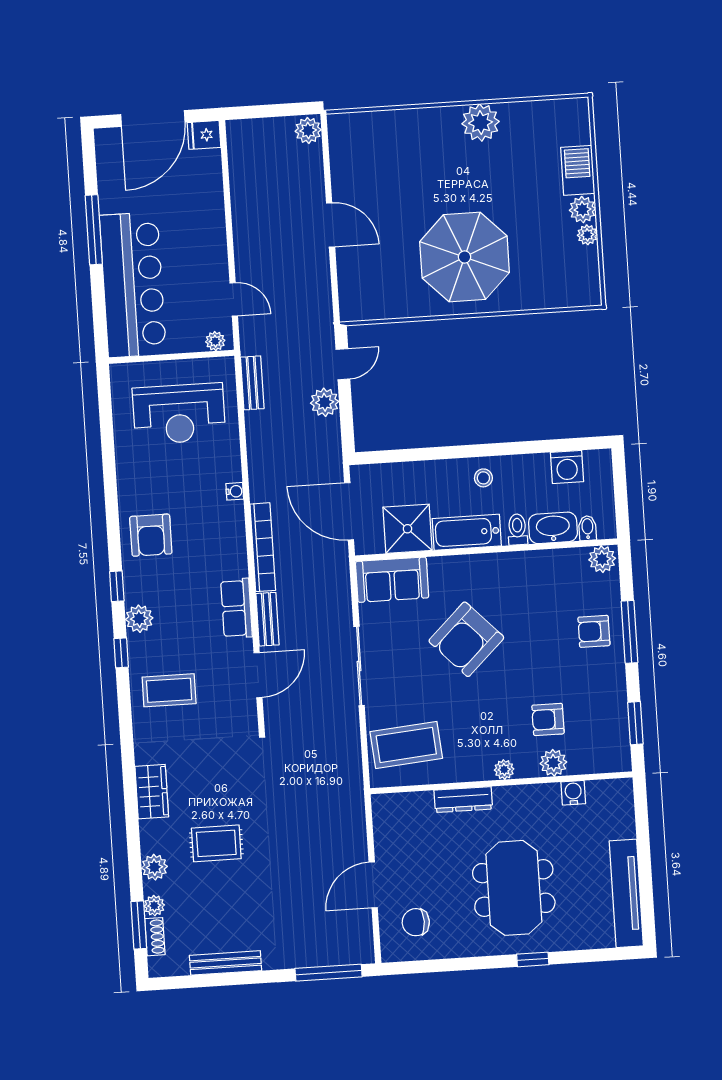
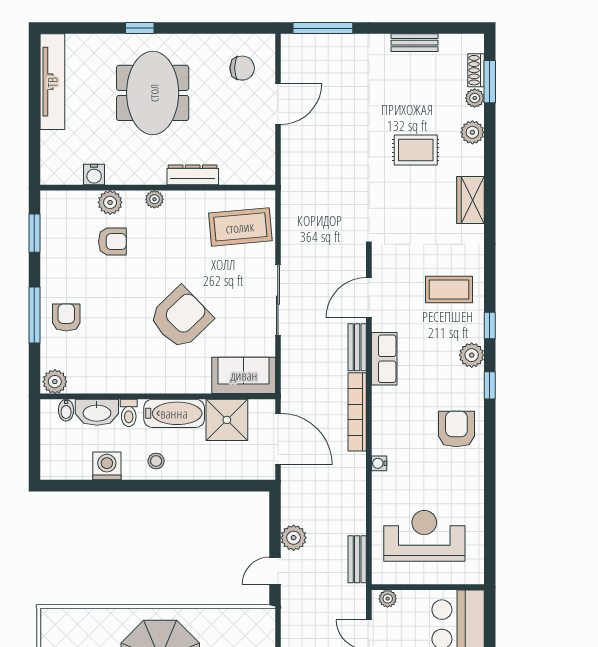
washing machine: (567, 467) -> (107, 466), moved
armchair: (594, 631) -> (66, 318), turned -90
bench: (226, 963) -> (414, 43), width x0.73

